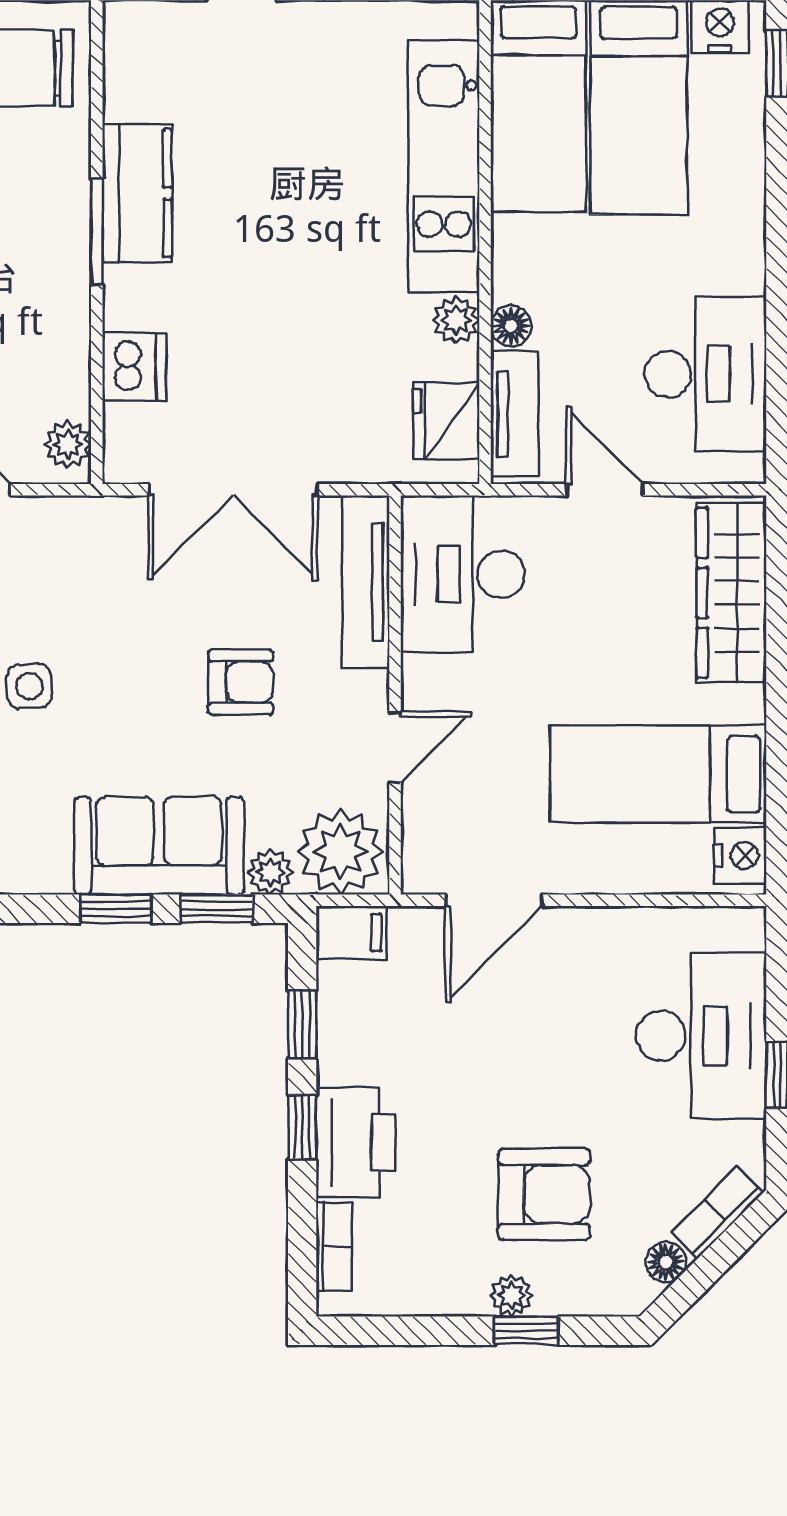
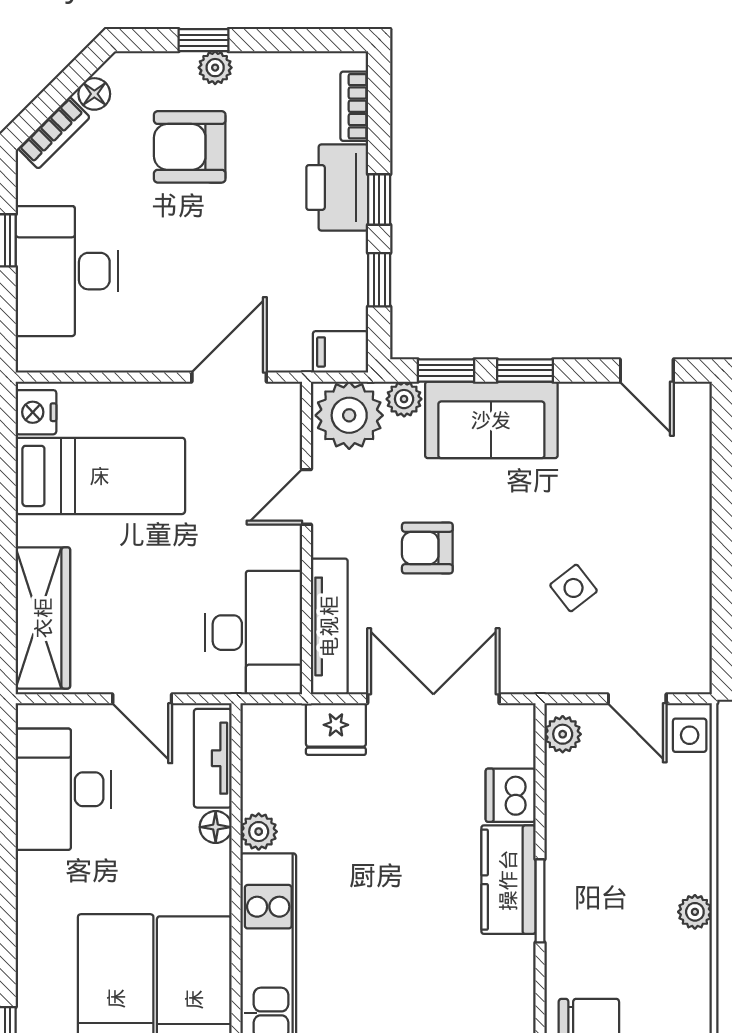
kitchen counter: (137, 193) -> (508, 880), moved
fridge: (446, 421) -> (336, 729), moved, turned 90
side table: (29, 686) -> (574, 588), moved, turned -36

